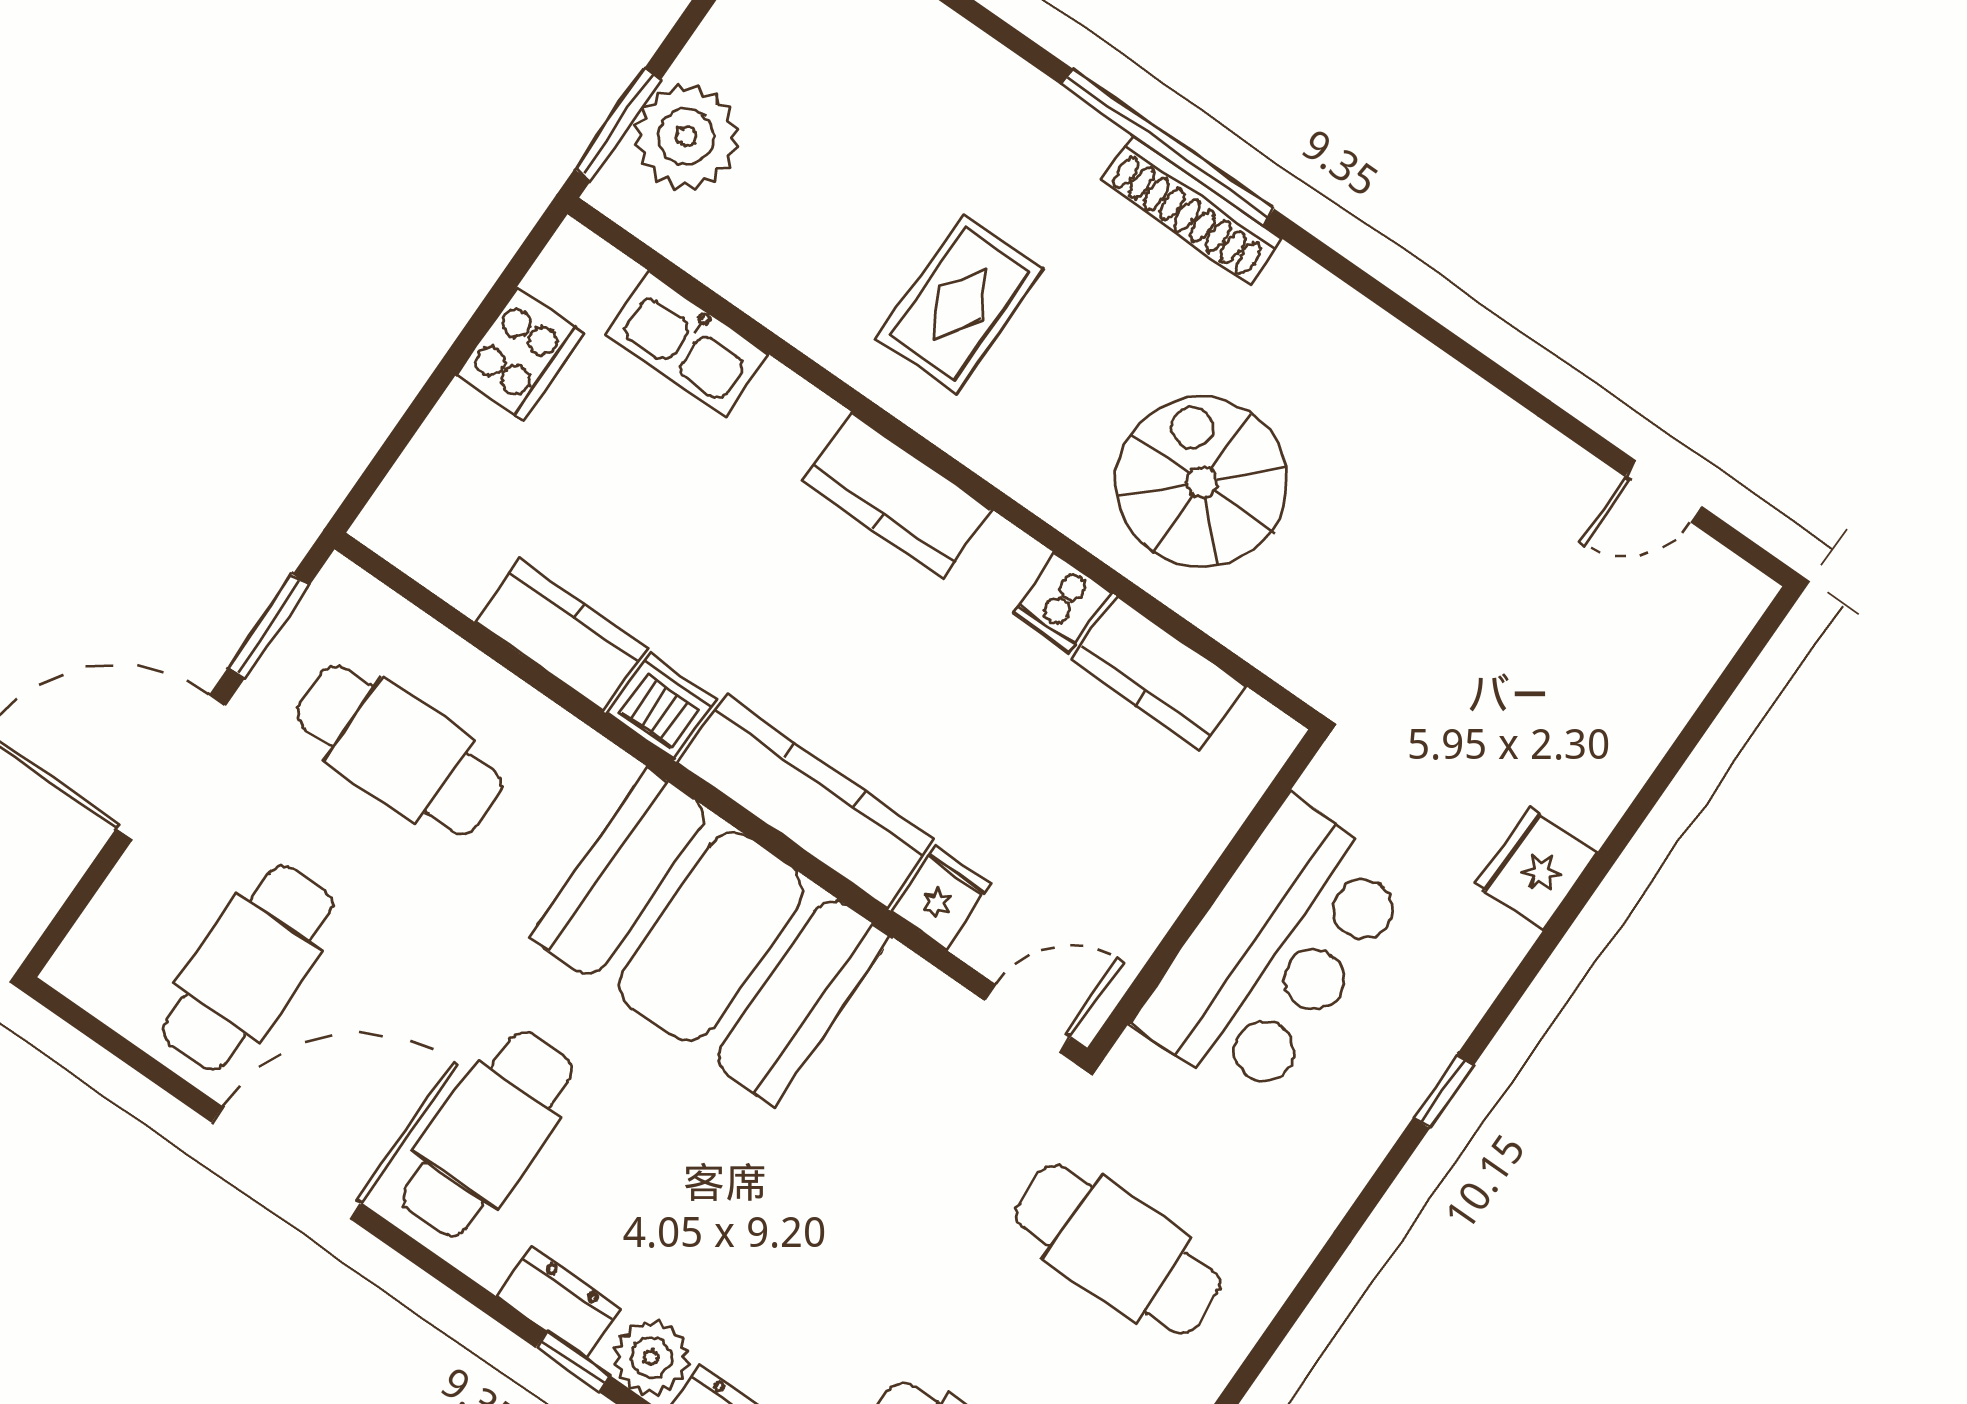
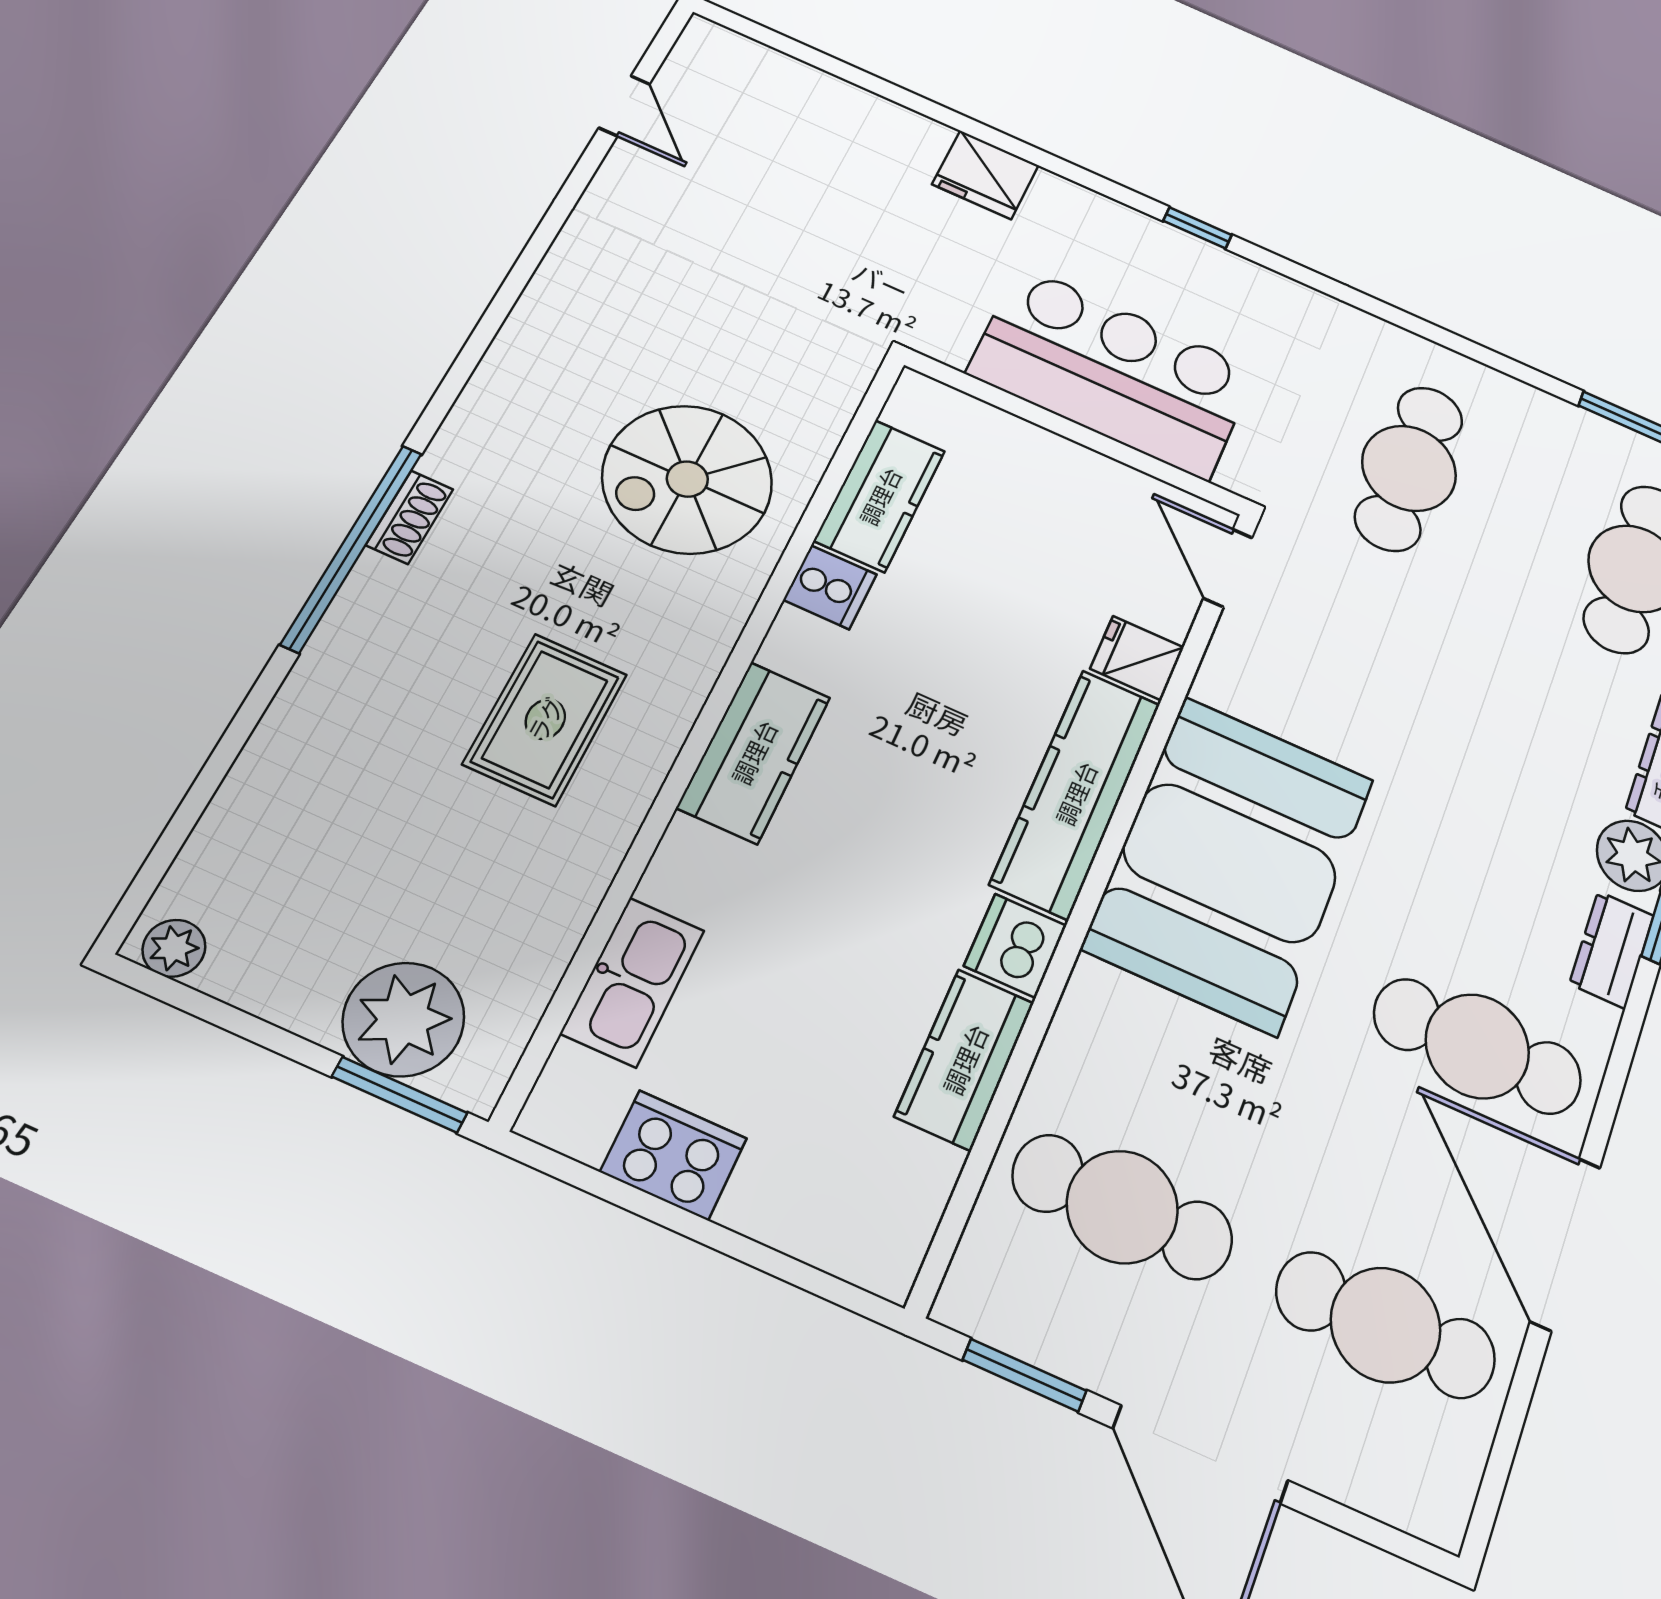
shoe rack: (1191, 210) -> (410, 517), width x0.51, depth x0.81
rug: (960, 304) -> (545, 719), turned 90
cafe table: (399, 750) -> (1122, 1207), turned 90

